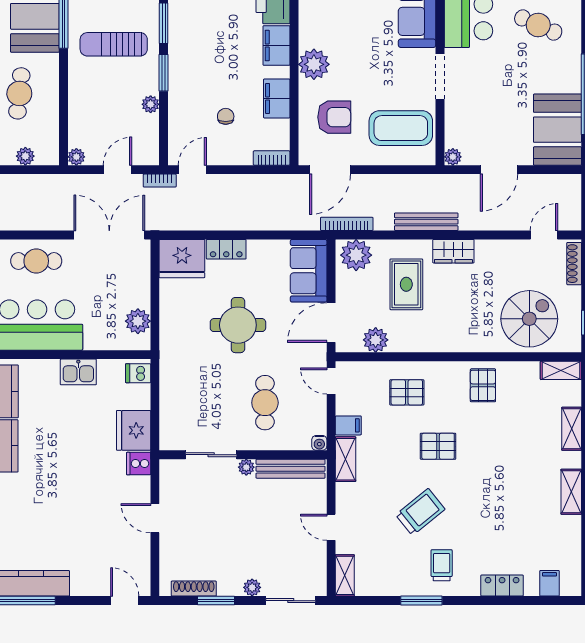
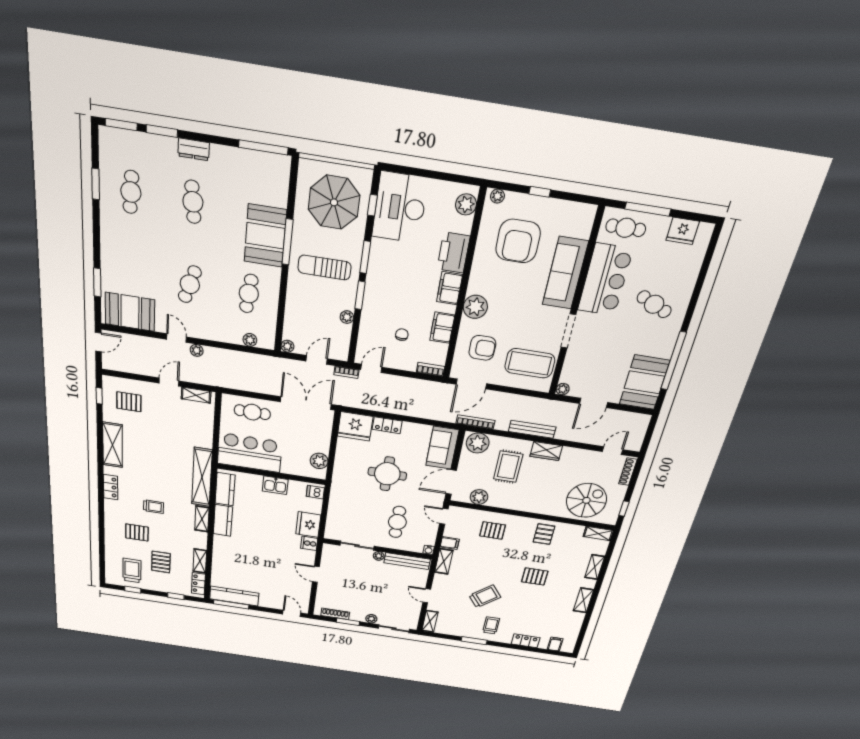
pallet: (438, 446) -> (535, 576), moved

